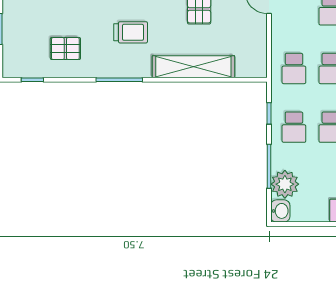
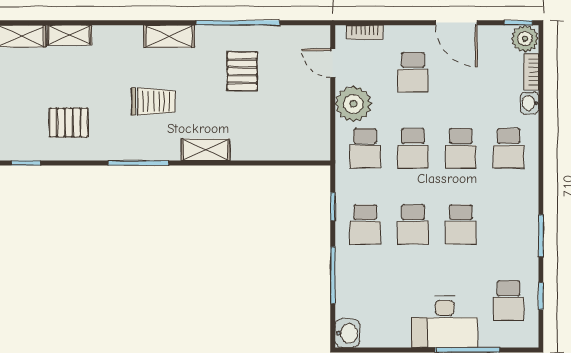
shelving: (193, 67) -> (206, 150), width x0.45, depth x0.75
plant: (285, 184) -> (353, 104), moved

